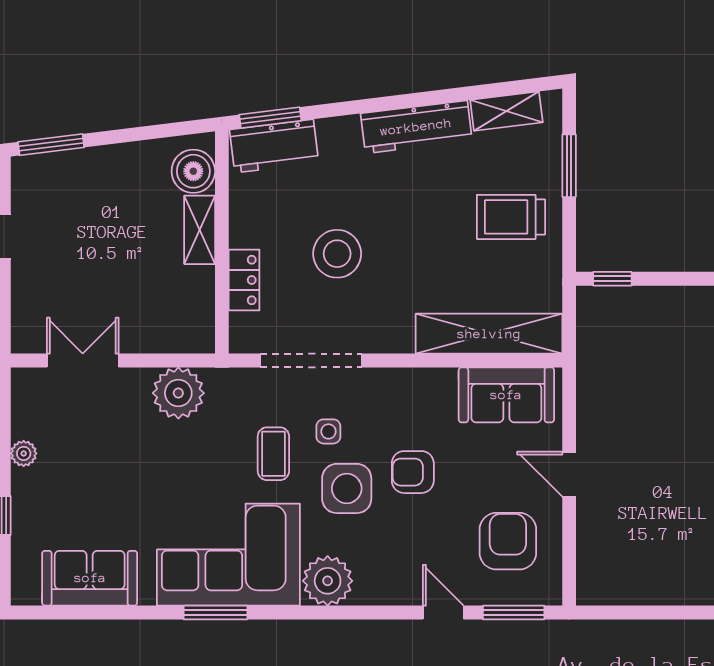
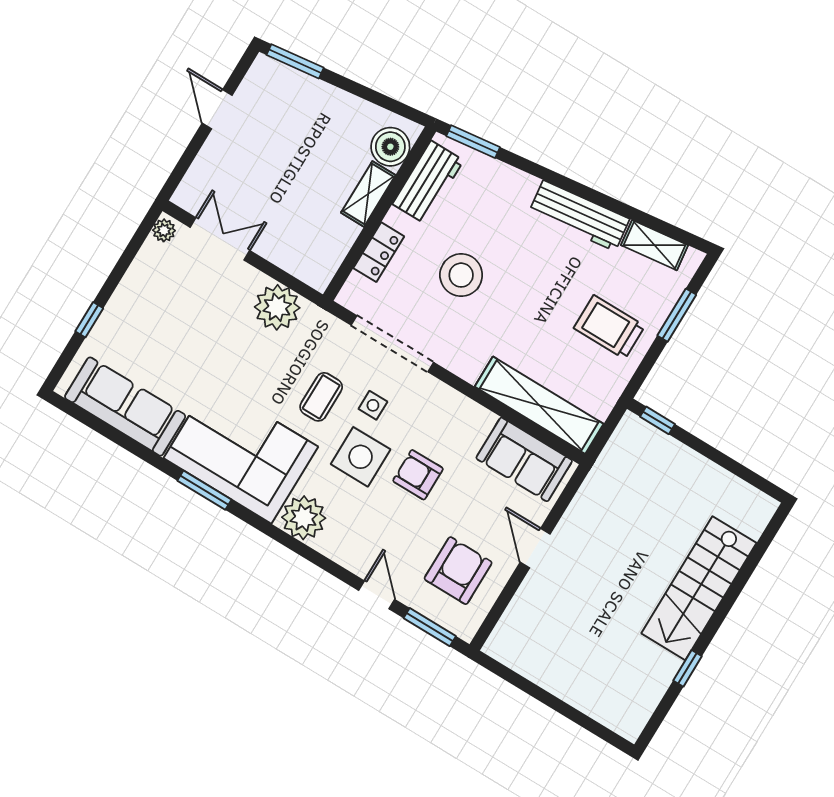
workbench: (274, 146) -> (428, 182), moved, turned -83
plant: (24, 453) -> (164, 230), moved
sofa: (90, 578) -> (125, 407), width x1.36

